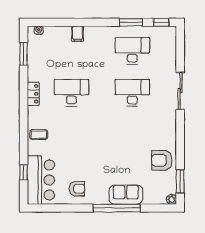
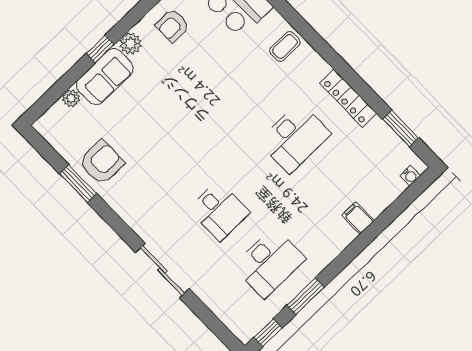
desk: (132, 93) -> (219, 211), width x0.73
locker: (33, 94) -> (348, 98), width x1.53
window: (180, 181) -> (78, 184), moved
plant: (102, 198) -> (130, 44), added
plant: (171, 199) -> (71, 98), moved
window: (117, 208) -> (100, 49), width x0.32

